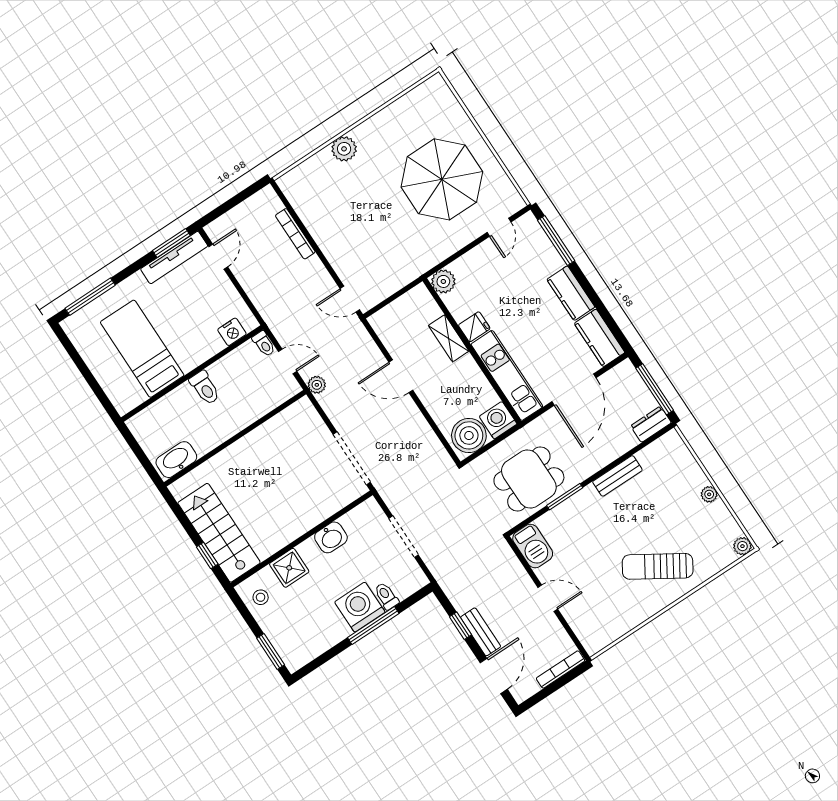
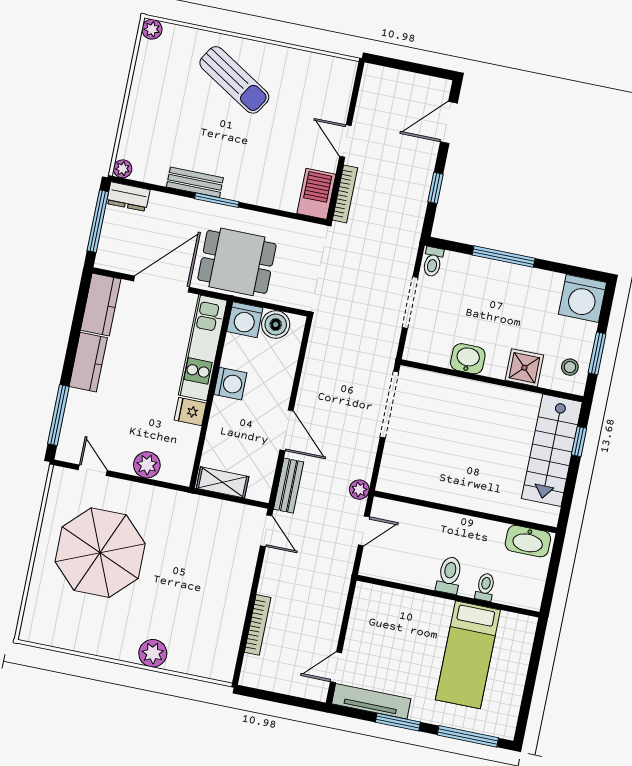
door: (499, 227) -> (93, 470), hinge flipped
window: (171, 243) -> (398, 722), moved
plant: (443, 281) -> (147, 465), moved
nightstand: (232, 332) -> (384, 598), removed
shelving: (449, 338) -> (223, 482), moved, turned 90
toilet: (264, 344) -> (485, 587), moved
door: (288, 361) -> (364, 531), swing flipped
washing machine: (466, 370) -> (230, 384), added
boiler: (469, 435) -> (276, 325), width x0.73, depth x0.73
dining table: (529, 479) -> (237, 262), moved
plant: (709, 494) -> (123, 169), moved
window: (565, 497) -> (217, 200), moved
toilet: (386, 596) -> (433, 262), moved
washing machine: (360, 607) -> (582, 298), moved
bench: (481, 632) -> (289, 486), moved
window: (271, 652) -> (597, 353), moved
bookcase: (561, 670) -> (345, 194), moved, turned -90

